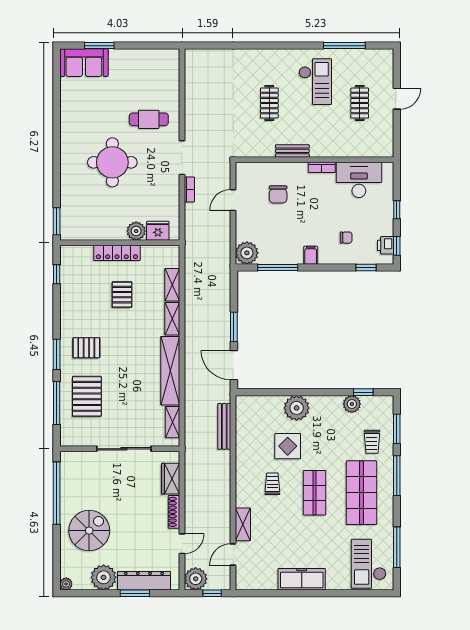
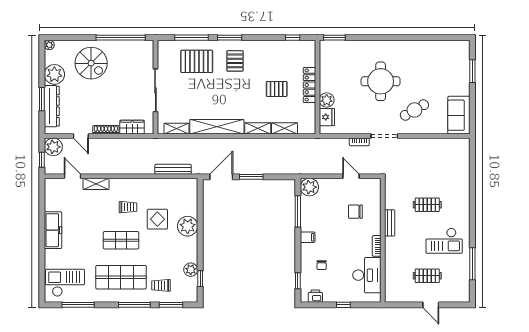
sofa: (84, 63) -> (459, 115), moved
cafe table: (149, 119) -> (414, 110), turned 60
window: (397, 246) -> (315, 305), removed

